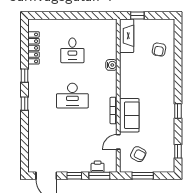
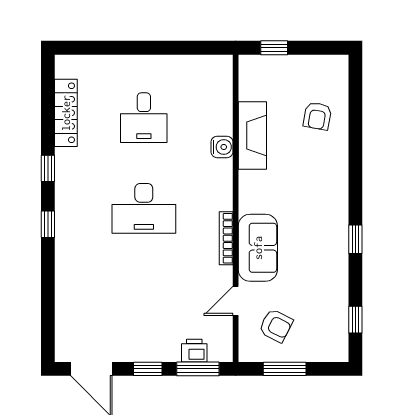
fireplace: (127, 36) -> (252, 136), moved

